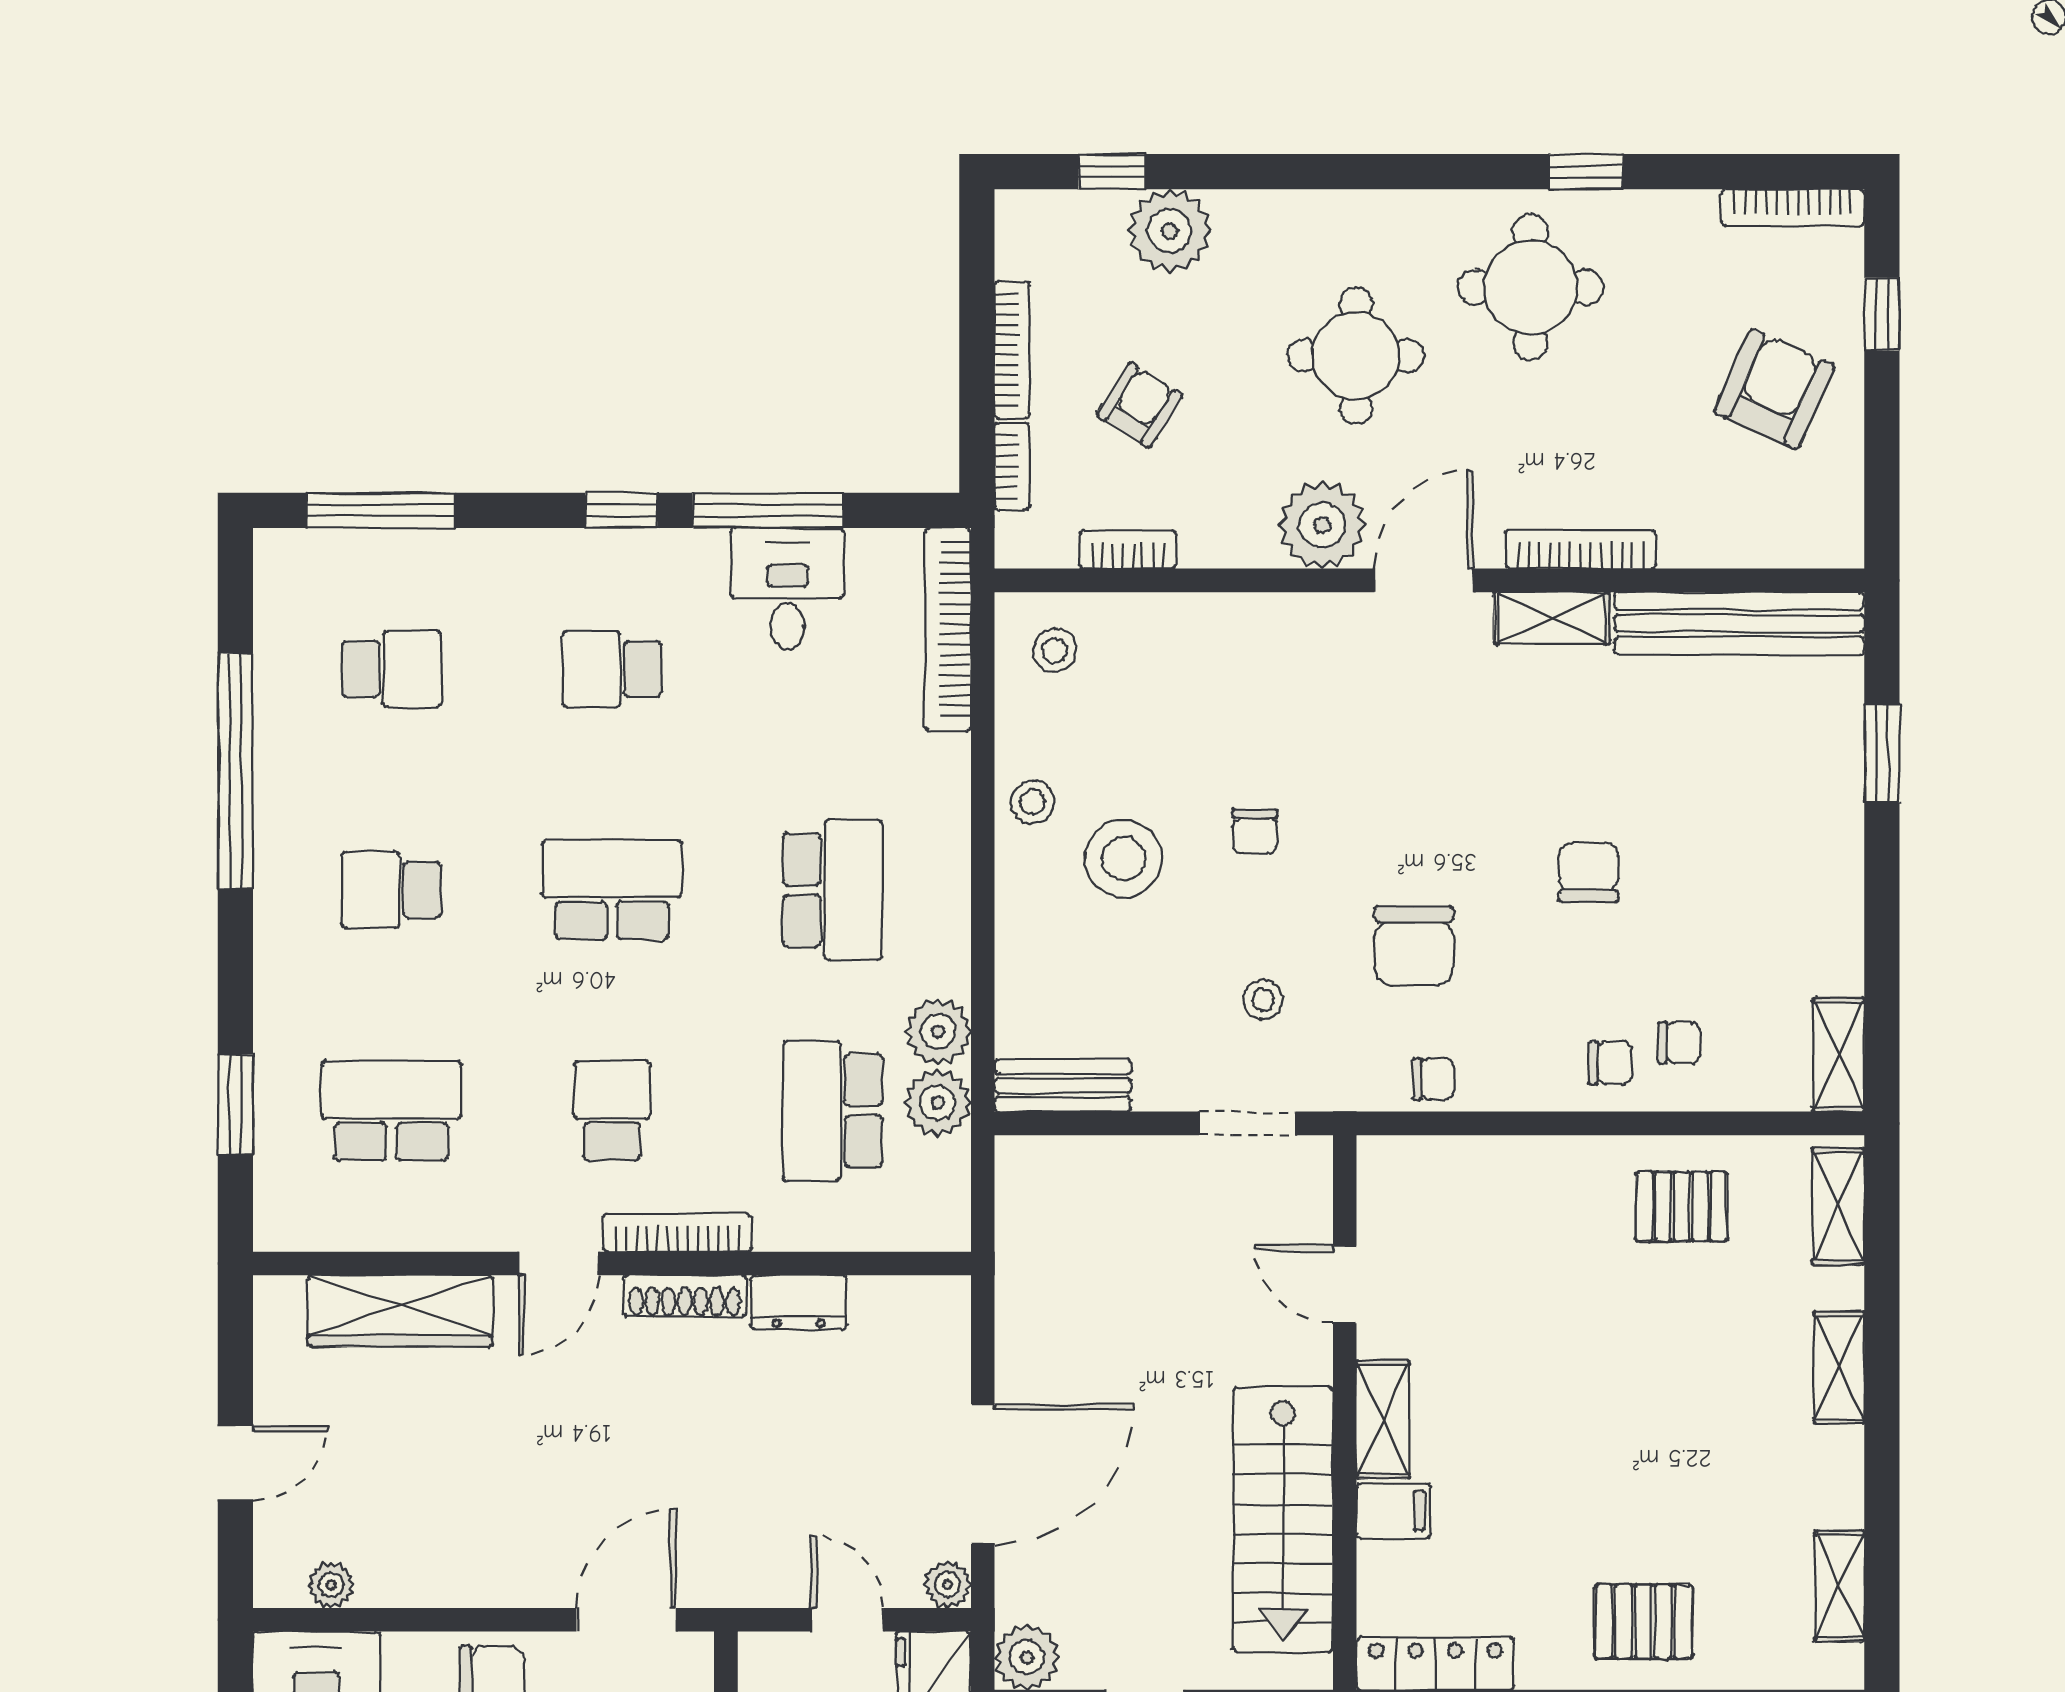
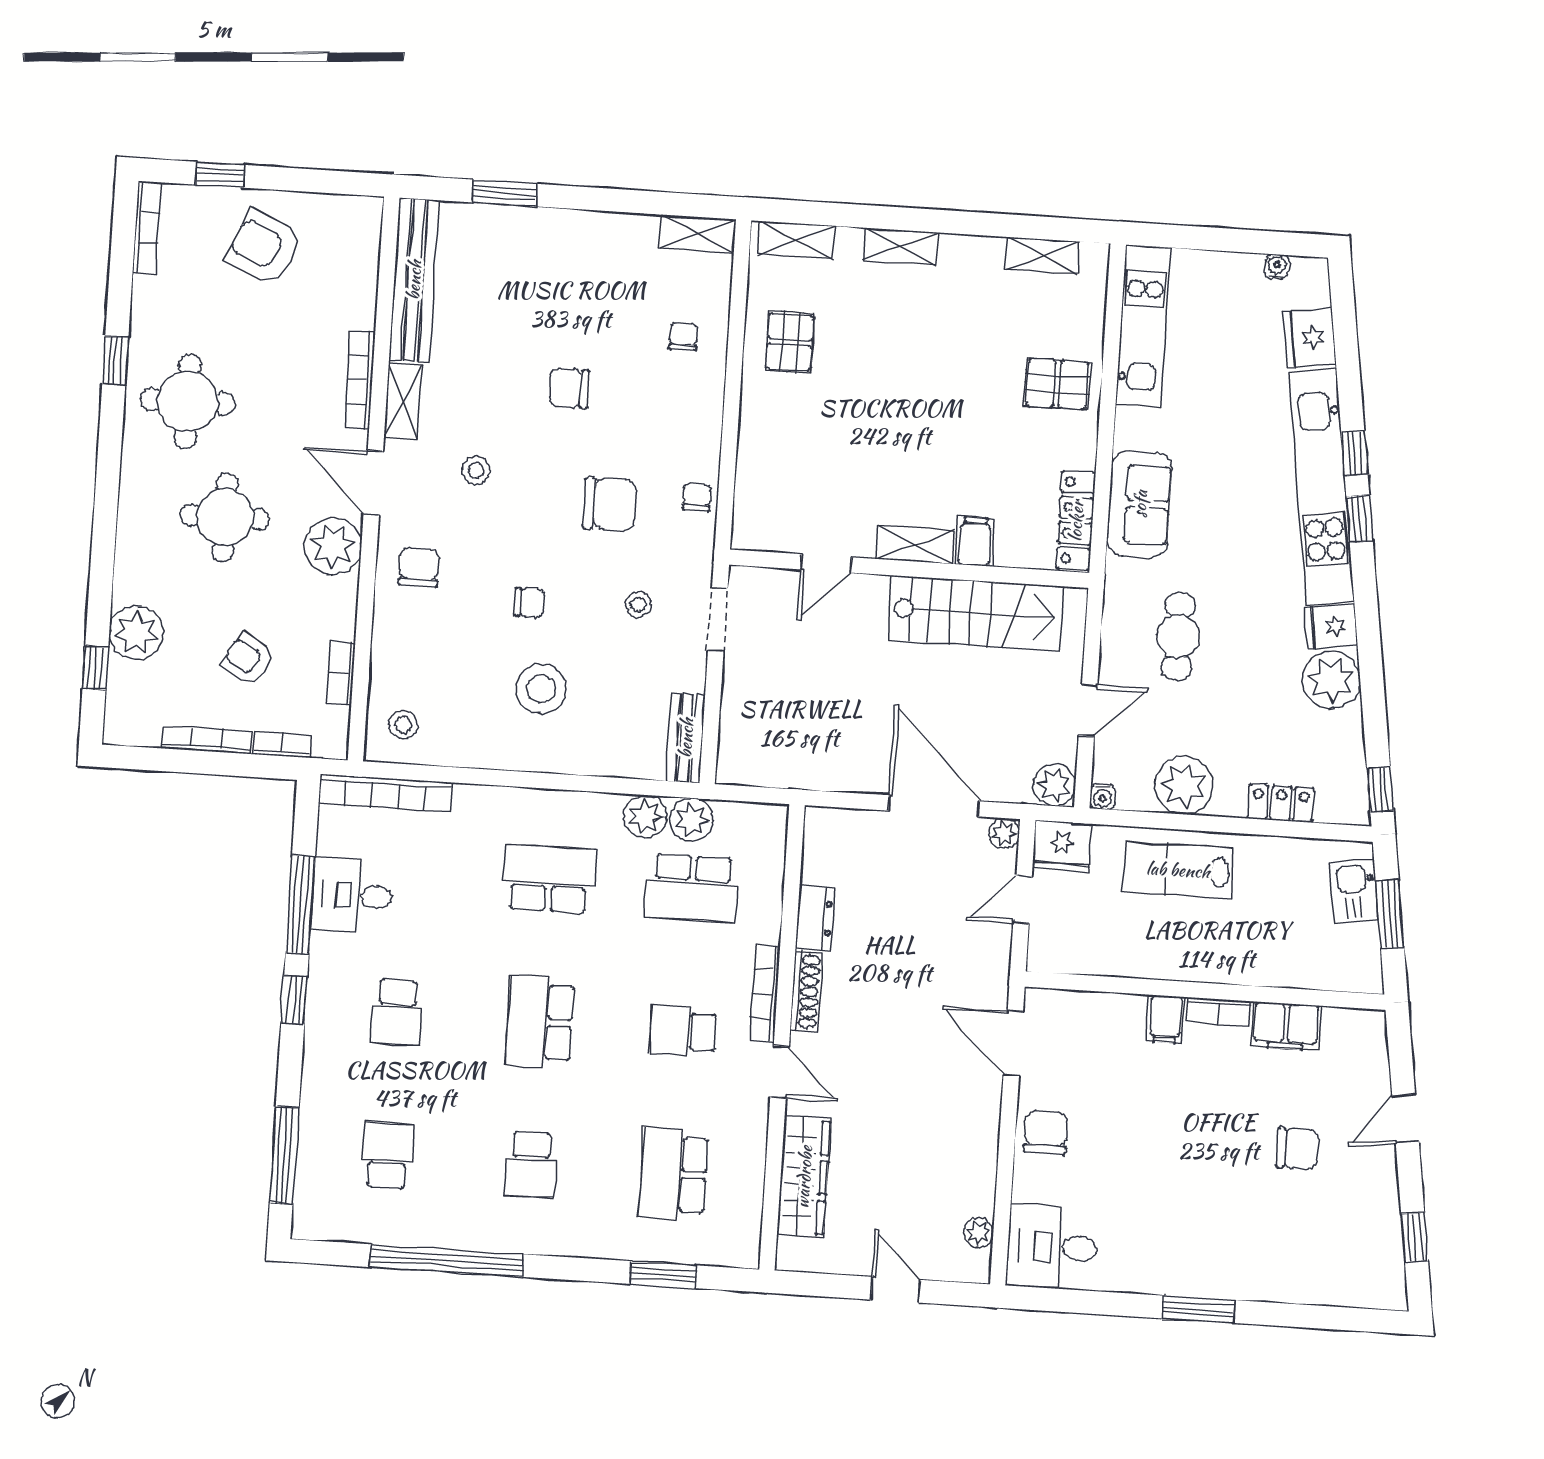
stool: (1033, 802) -> (476, 470), moved
chair: (1610, 1063) -> (419, 568), moved, width x1.37, depth x1.37
pallet: (1643, 1622) -> (1057, 384), turned 90

